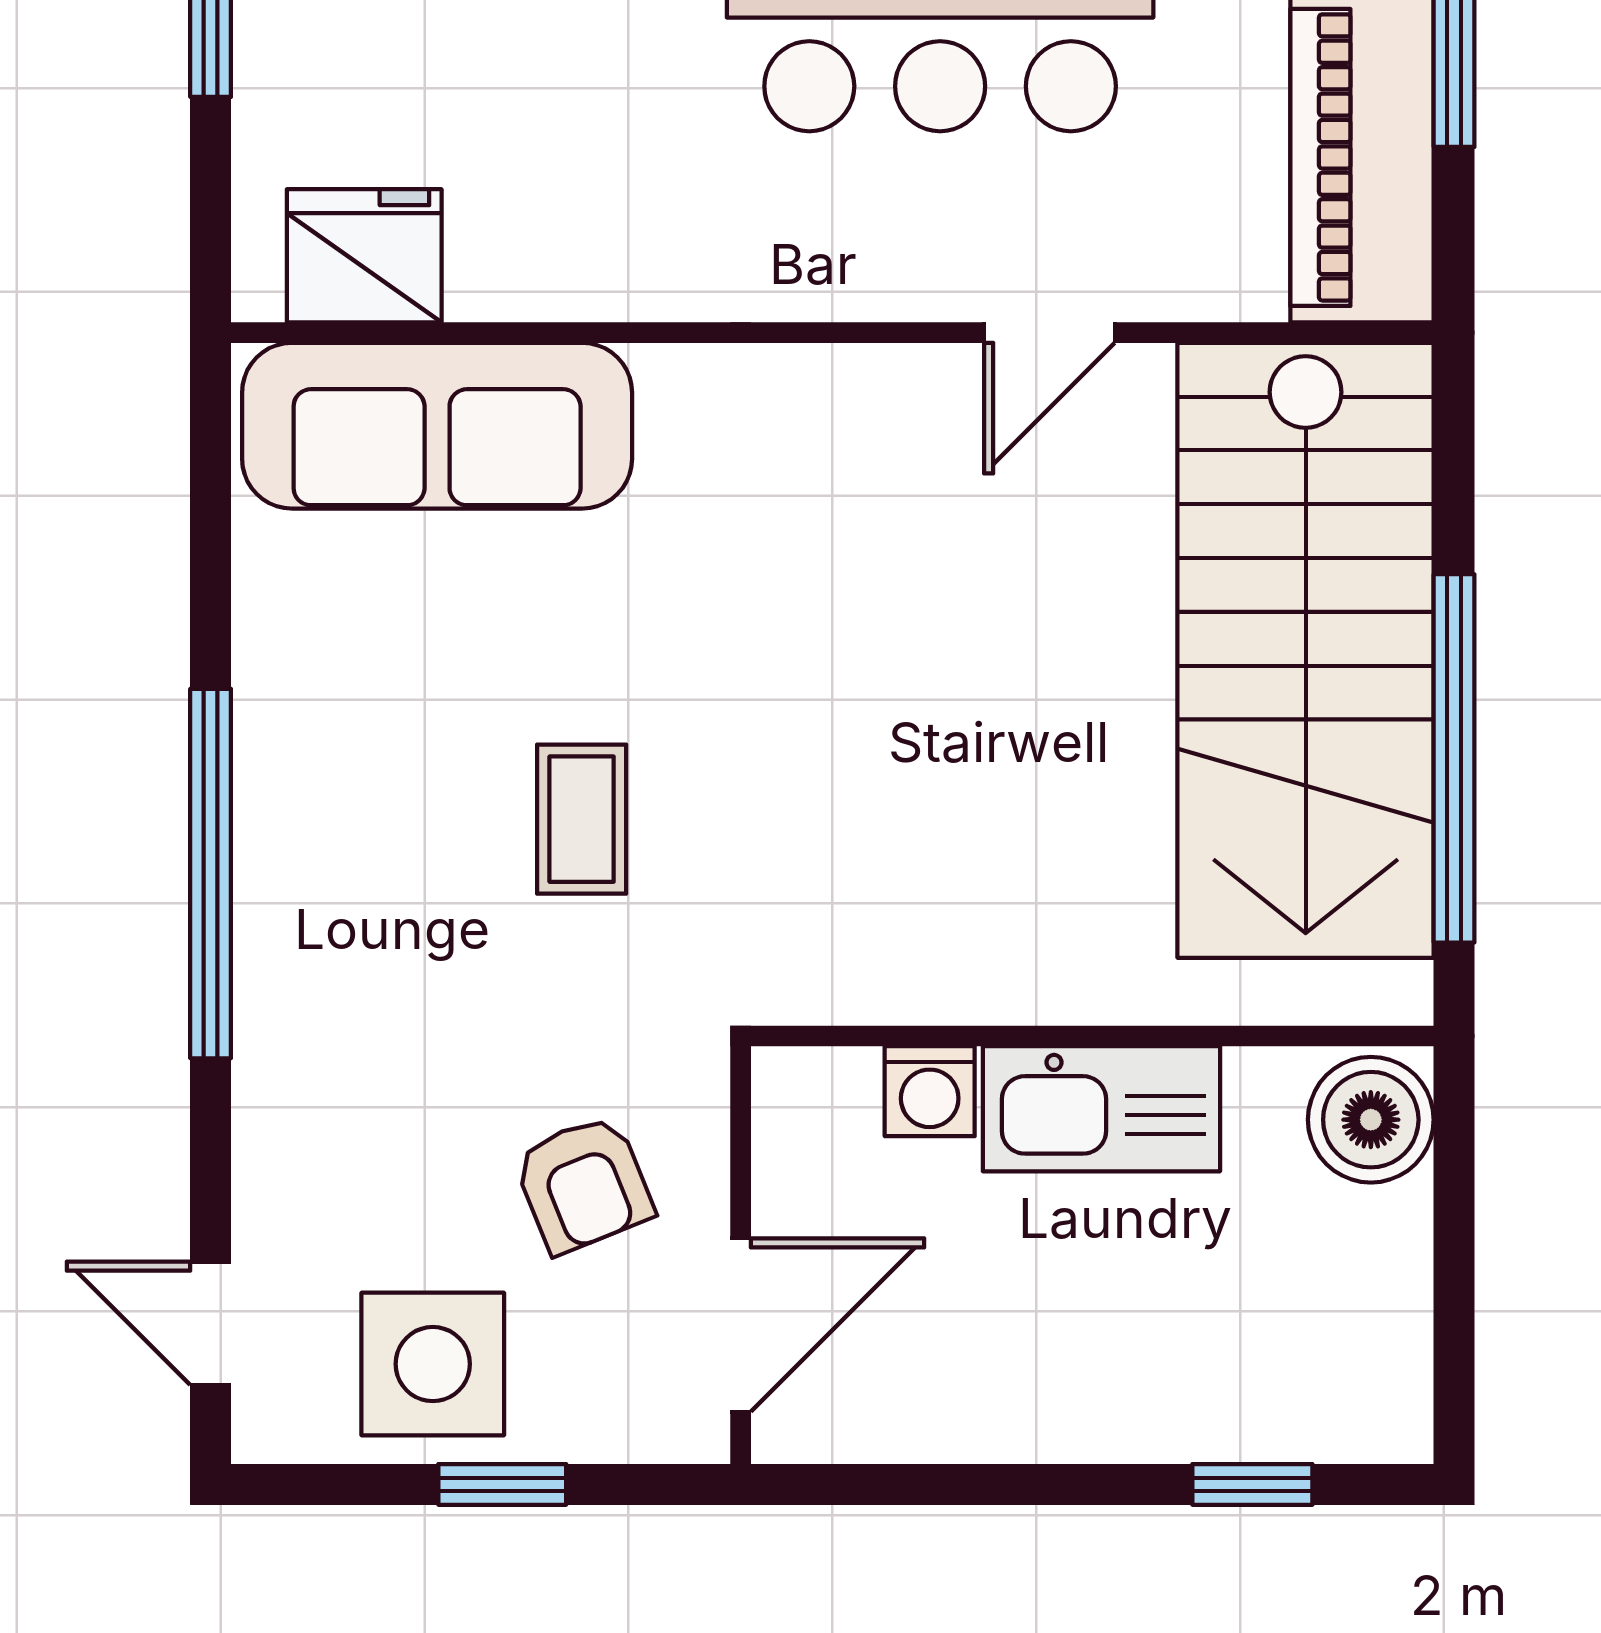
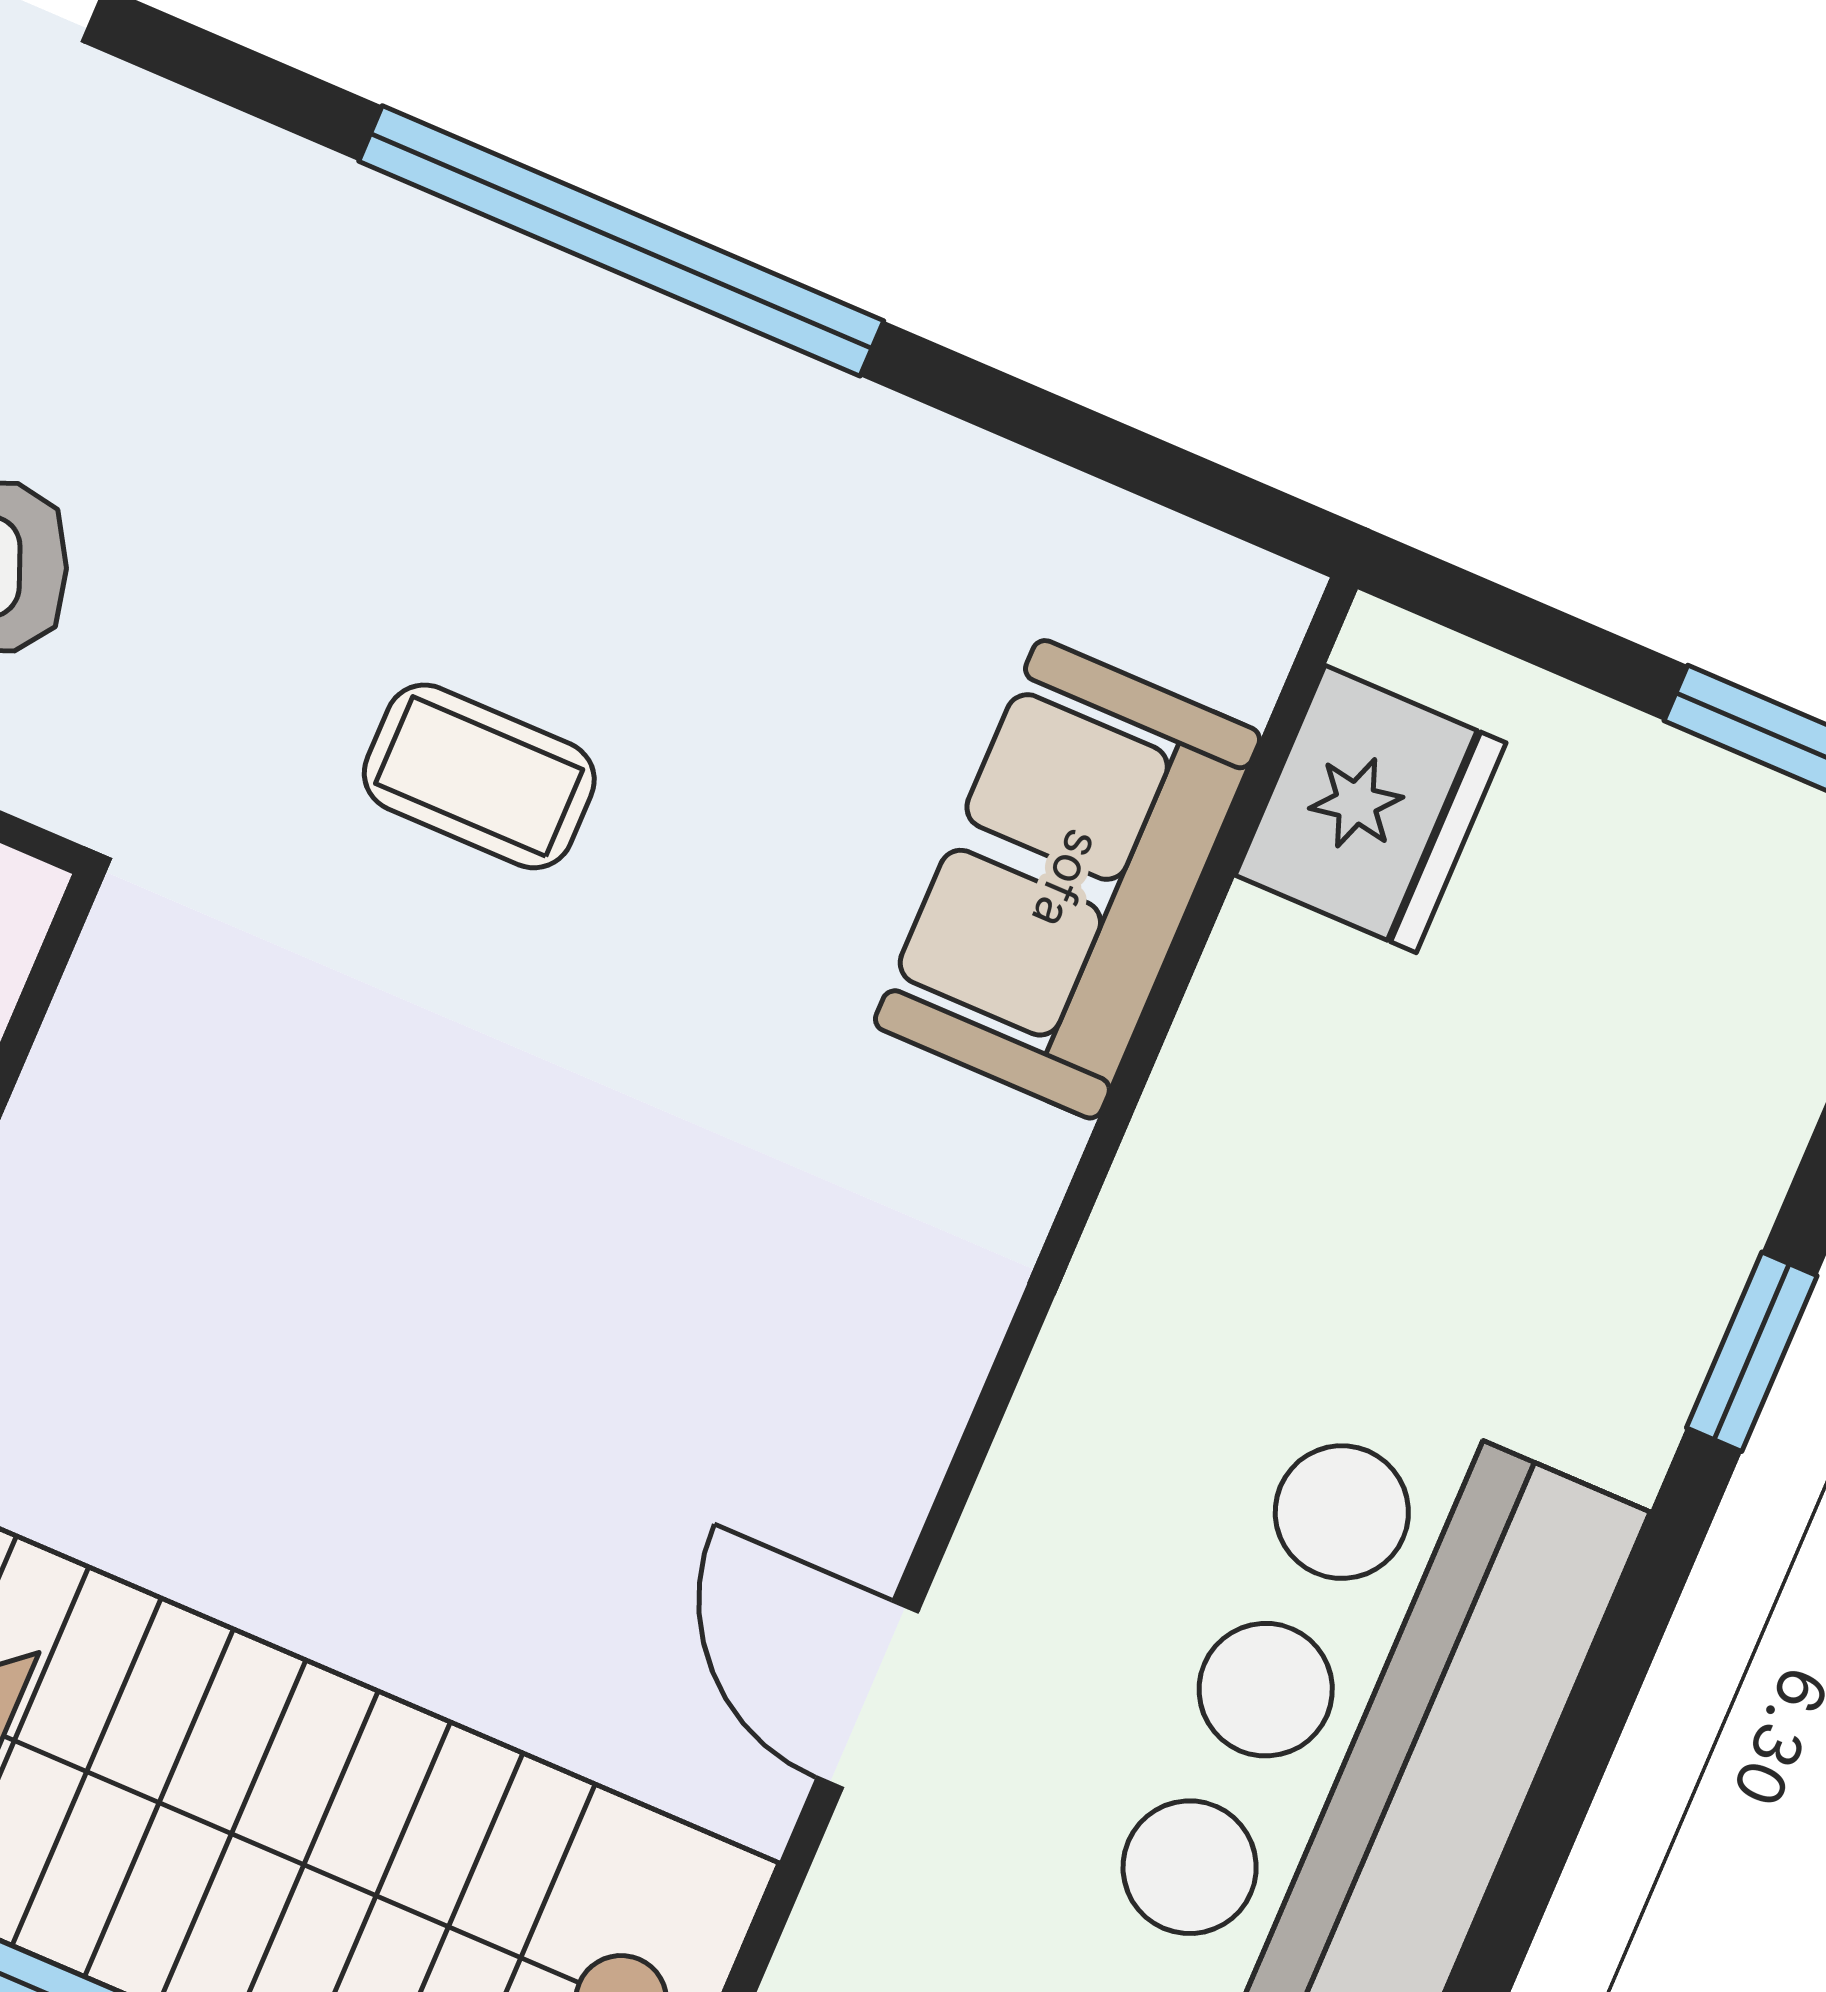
sofa: (437, 426) -> (1067, 879), width x0.73

